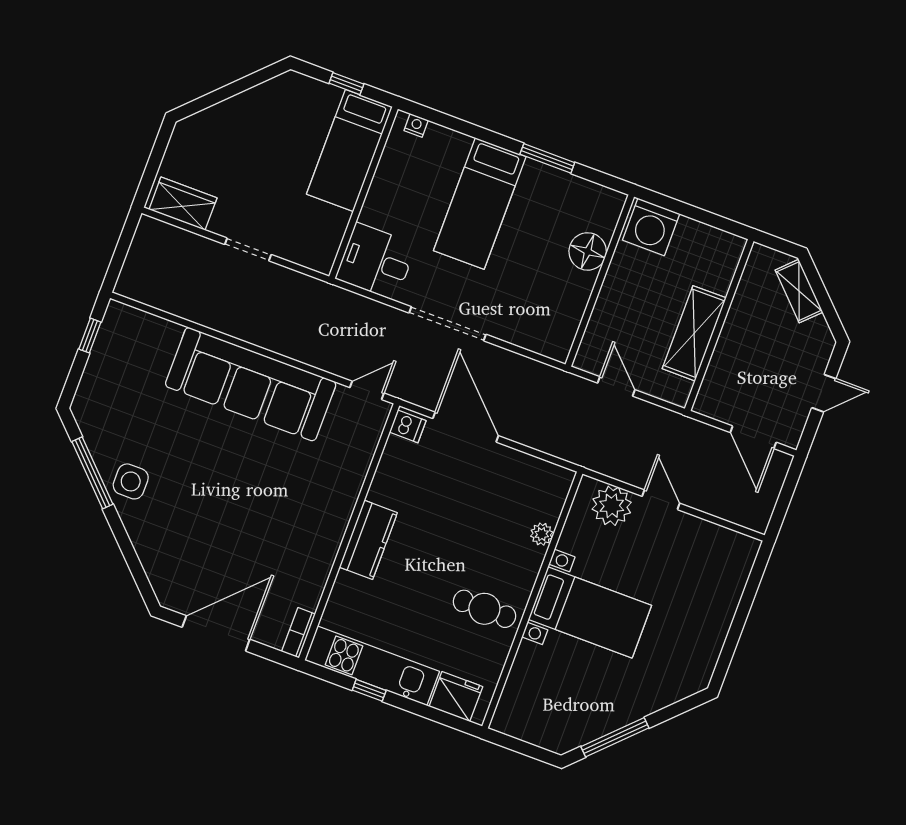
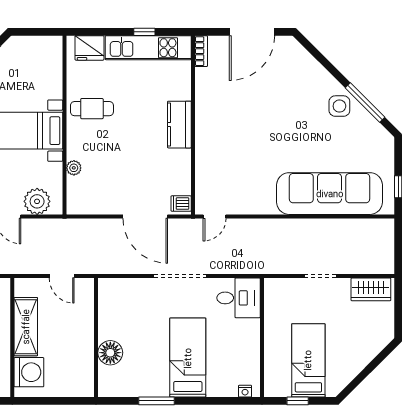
bed: (349, 150) -> (308, 360), moved
washing machine: (651, 227) -> (29, 372), moved, turned 90
sofa: (251, 384) -> (330, 194), moved

